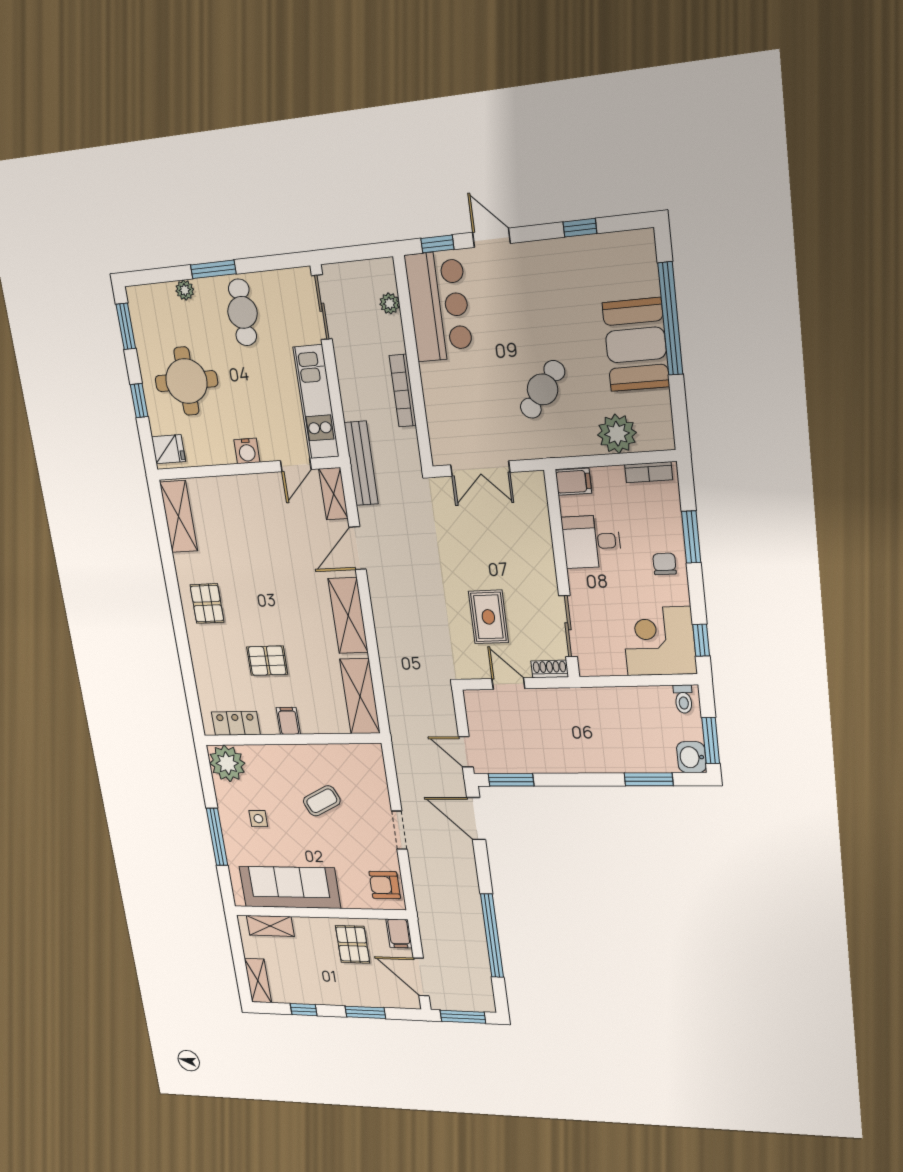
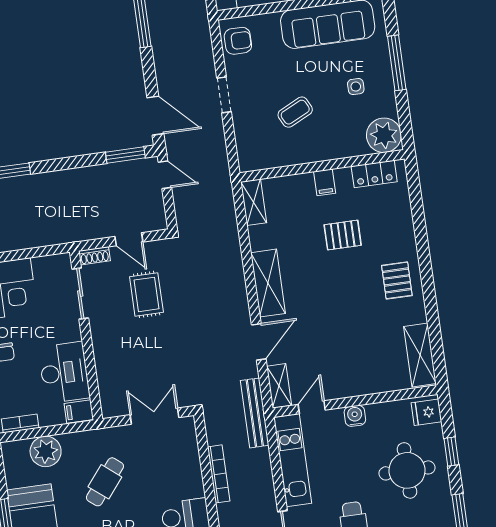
desk: (591, 542) -> (64, 372), width x1.37
shelving: (360, 696) -> (254, 202), width x0.67, depth x0.75

